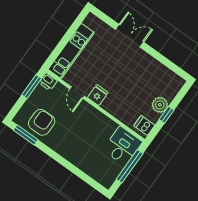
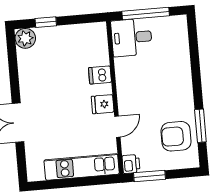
plant: (160, 105) -> (25, 38), moved
window: (167, 115) -> (46, 22), moved
dishwasher: (144, 126) -> (100, 75), moved, turned 90
window: (26, 135) -> (200, 126), moved

